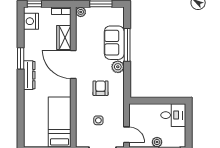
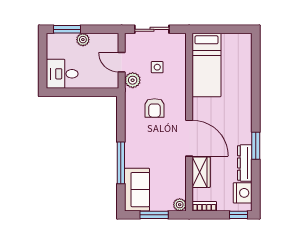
sofa: (114, 43) -> (137, 190), moved
plant: (118, 67) -> (133, 80), moved
dresser: (29, 75) -> (245, 163), moved
door: (126, 135) -> (122, 62), moved

